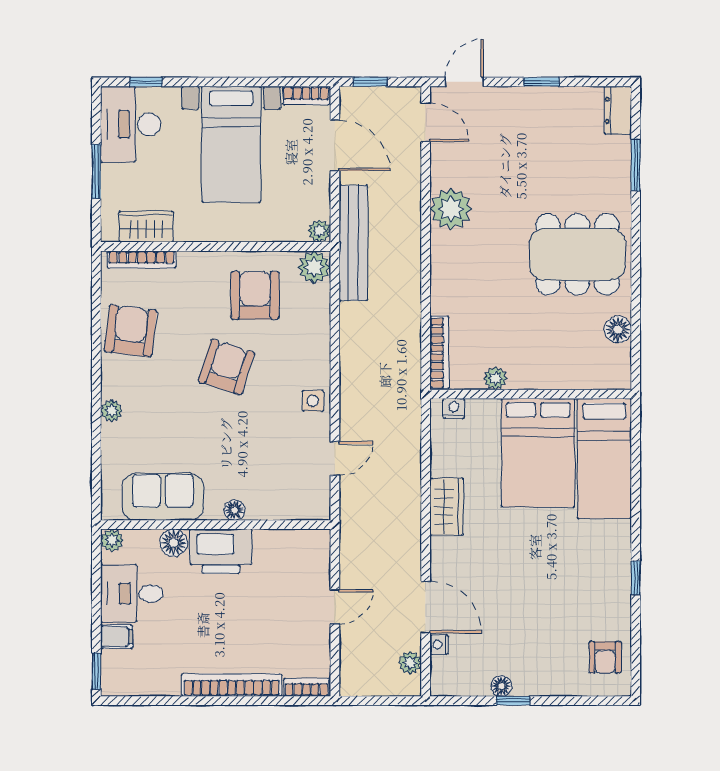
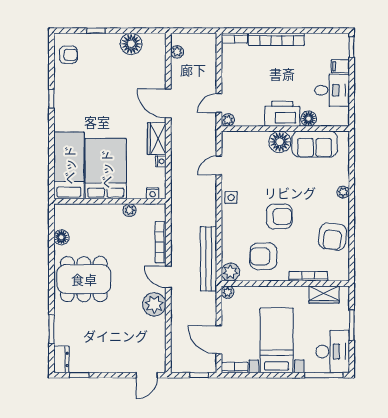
window: (146, 82) -> (324, 375), width x2.17
window: (541, 82) -> (79, 375), moved
door: (426, 122) -> (168, 277), moved
bench: (353, 243) -> (209, 259), moved
bookcase: (142, 260) -> (308, 276), moved
armchair: (255, 295) -> (263, 256), turned 90
bookcase: (439, 353) -> (161, 242), moved
armchair: (226, 367) -> (279, 216), turned -108
floor lamp: (234, 510) -> (280, 142), width x1.89, depth x1.89
plant: (112, 540) -> (228, 120), moved
door: (335, 607) -> (219, 103), moved
door: (426, 607) -> (168, 103), moved
nightstand: (439, 645) -> (161, 161), moved
armchair: (605, 657) -> (68, 55), turned 90
floor lamp: (501, 686) -> (131, 44), width x1.89, depth x1.89
window: (513, 701) -> (96, 31), moved

